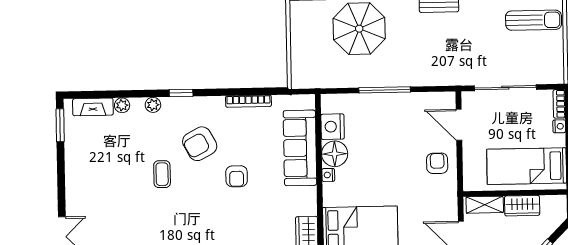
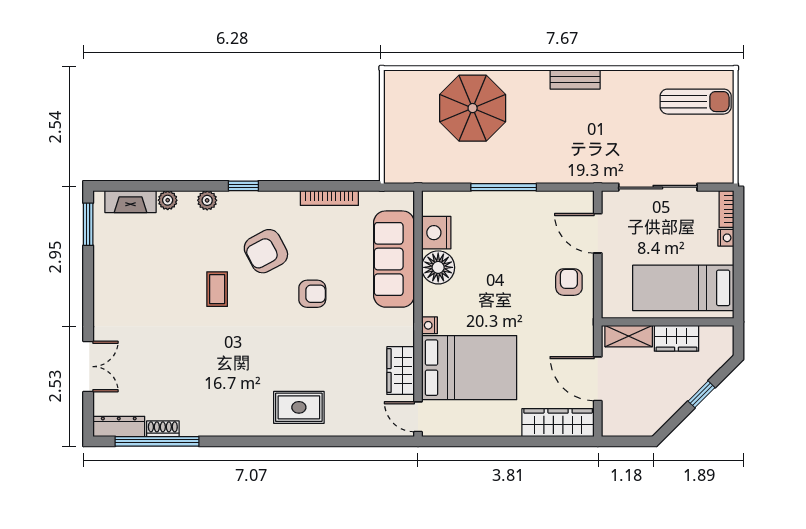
nightstand: (328, 175) -> (429, 325), moved
armchair: (237, 176) -> (312, 294), turned -90

